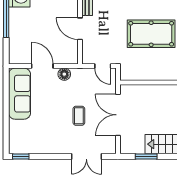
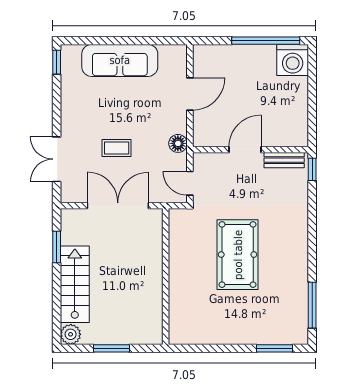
door: (103, 66) -> (190, 183), hinge flipped
floor lamp: (64, 74) -> (178, 143), moved
sofa: (20, 94) -> (120, 60), moved

